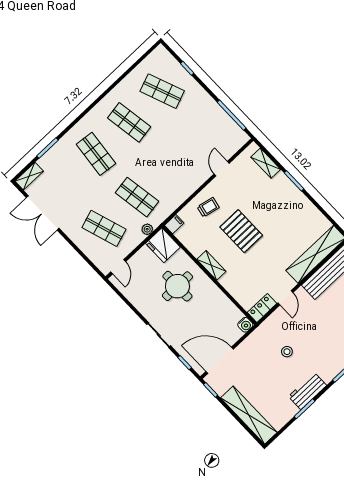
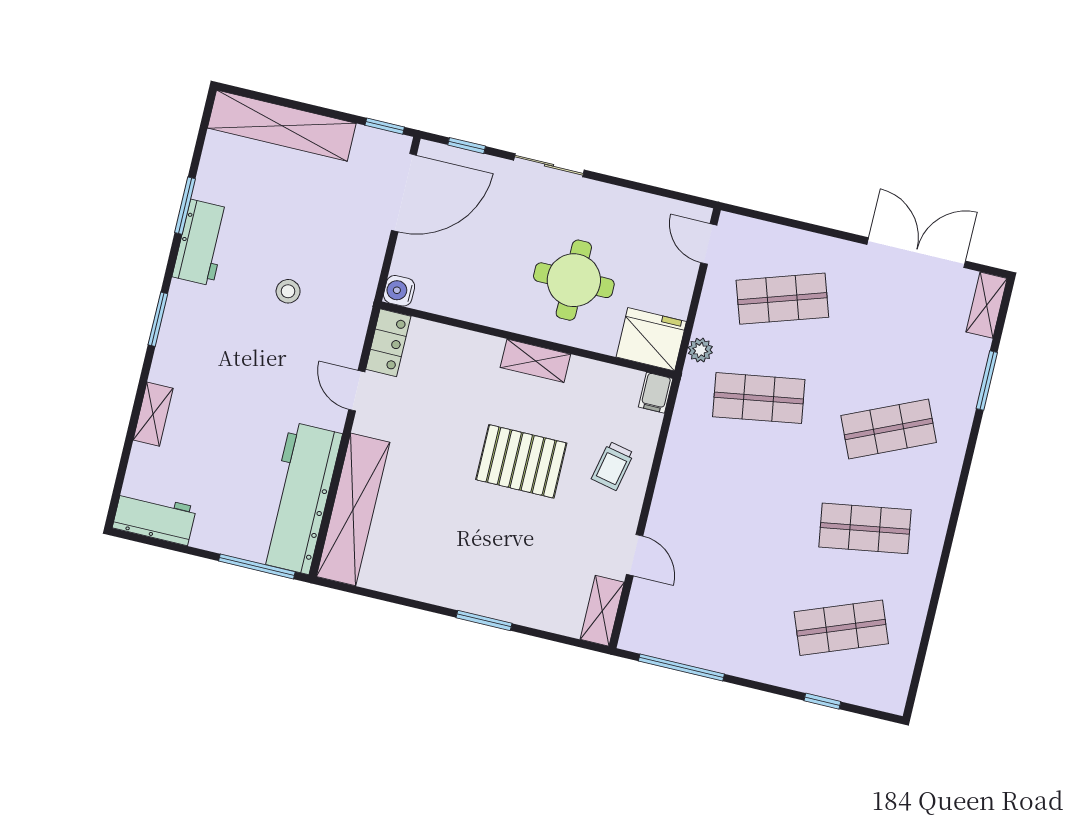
shop shelf: (96, 154) -> (889, 429), turned -30
shelving: (266, 163) -> (602, 611), moved, turned 90

